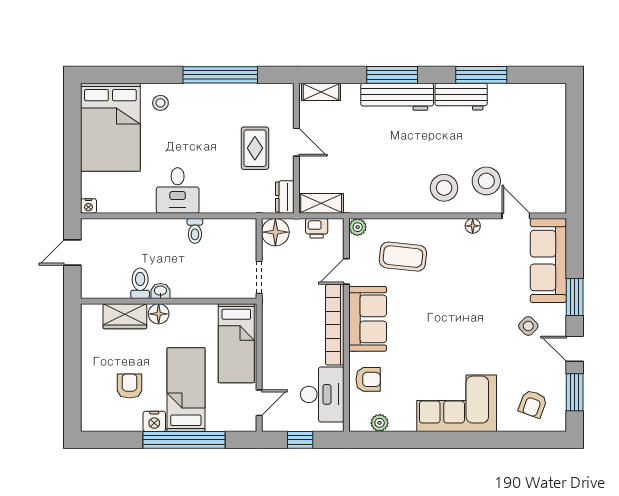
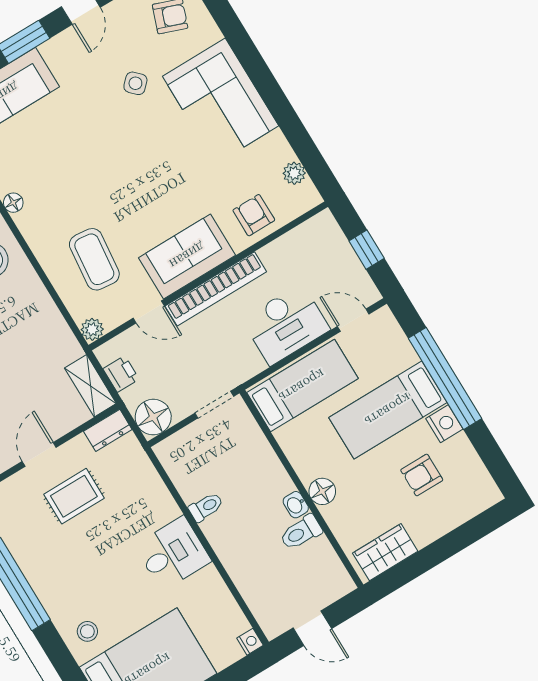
wardrobe: (125, 316) -> (385, 552), moved, turned -90
side table: (528, 326) -> (135, 83), moved
desk: (322, 394) -> (286, 324), moved, turned 180

